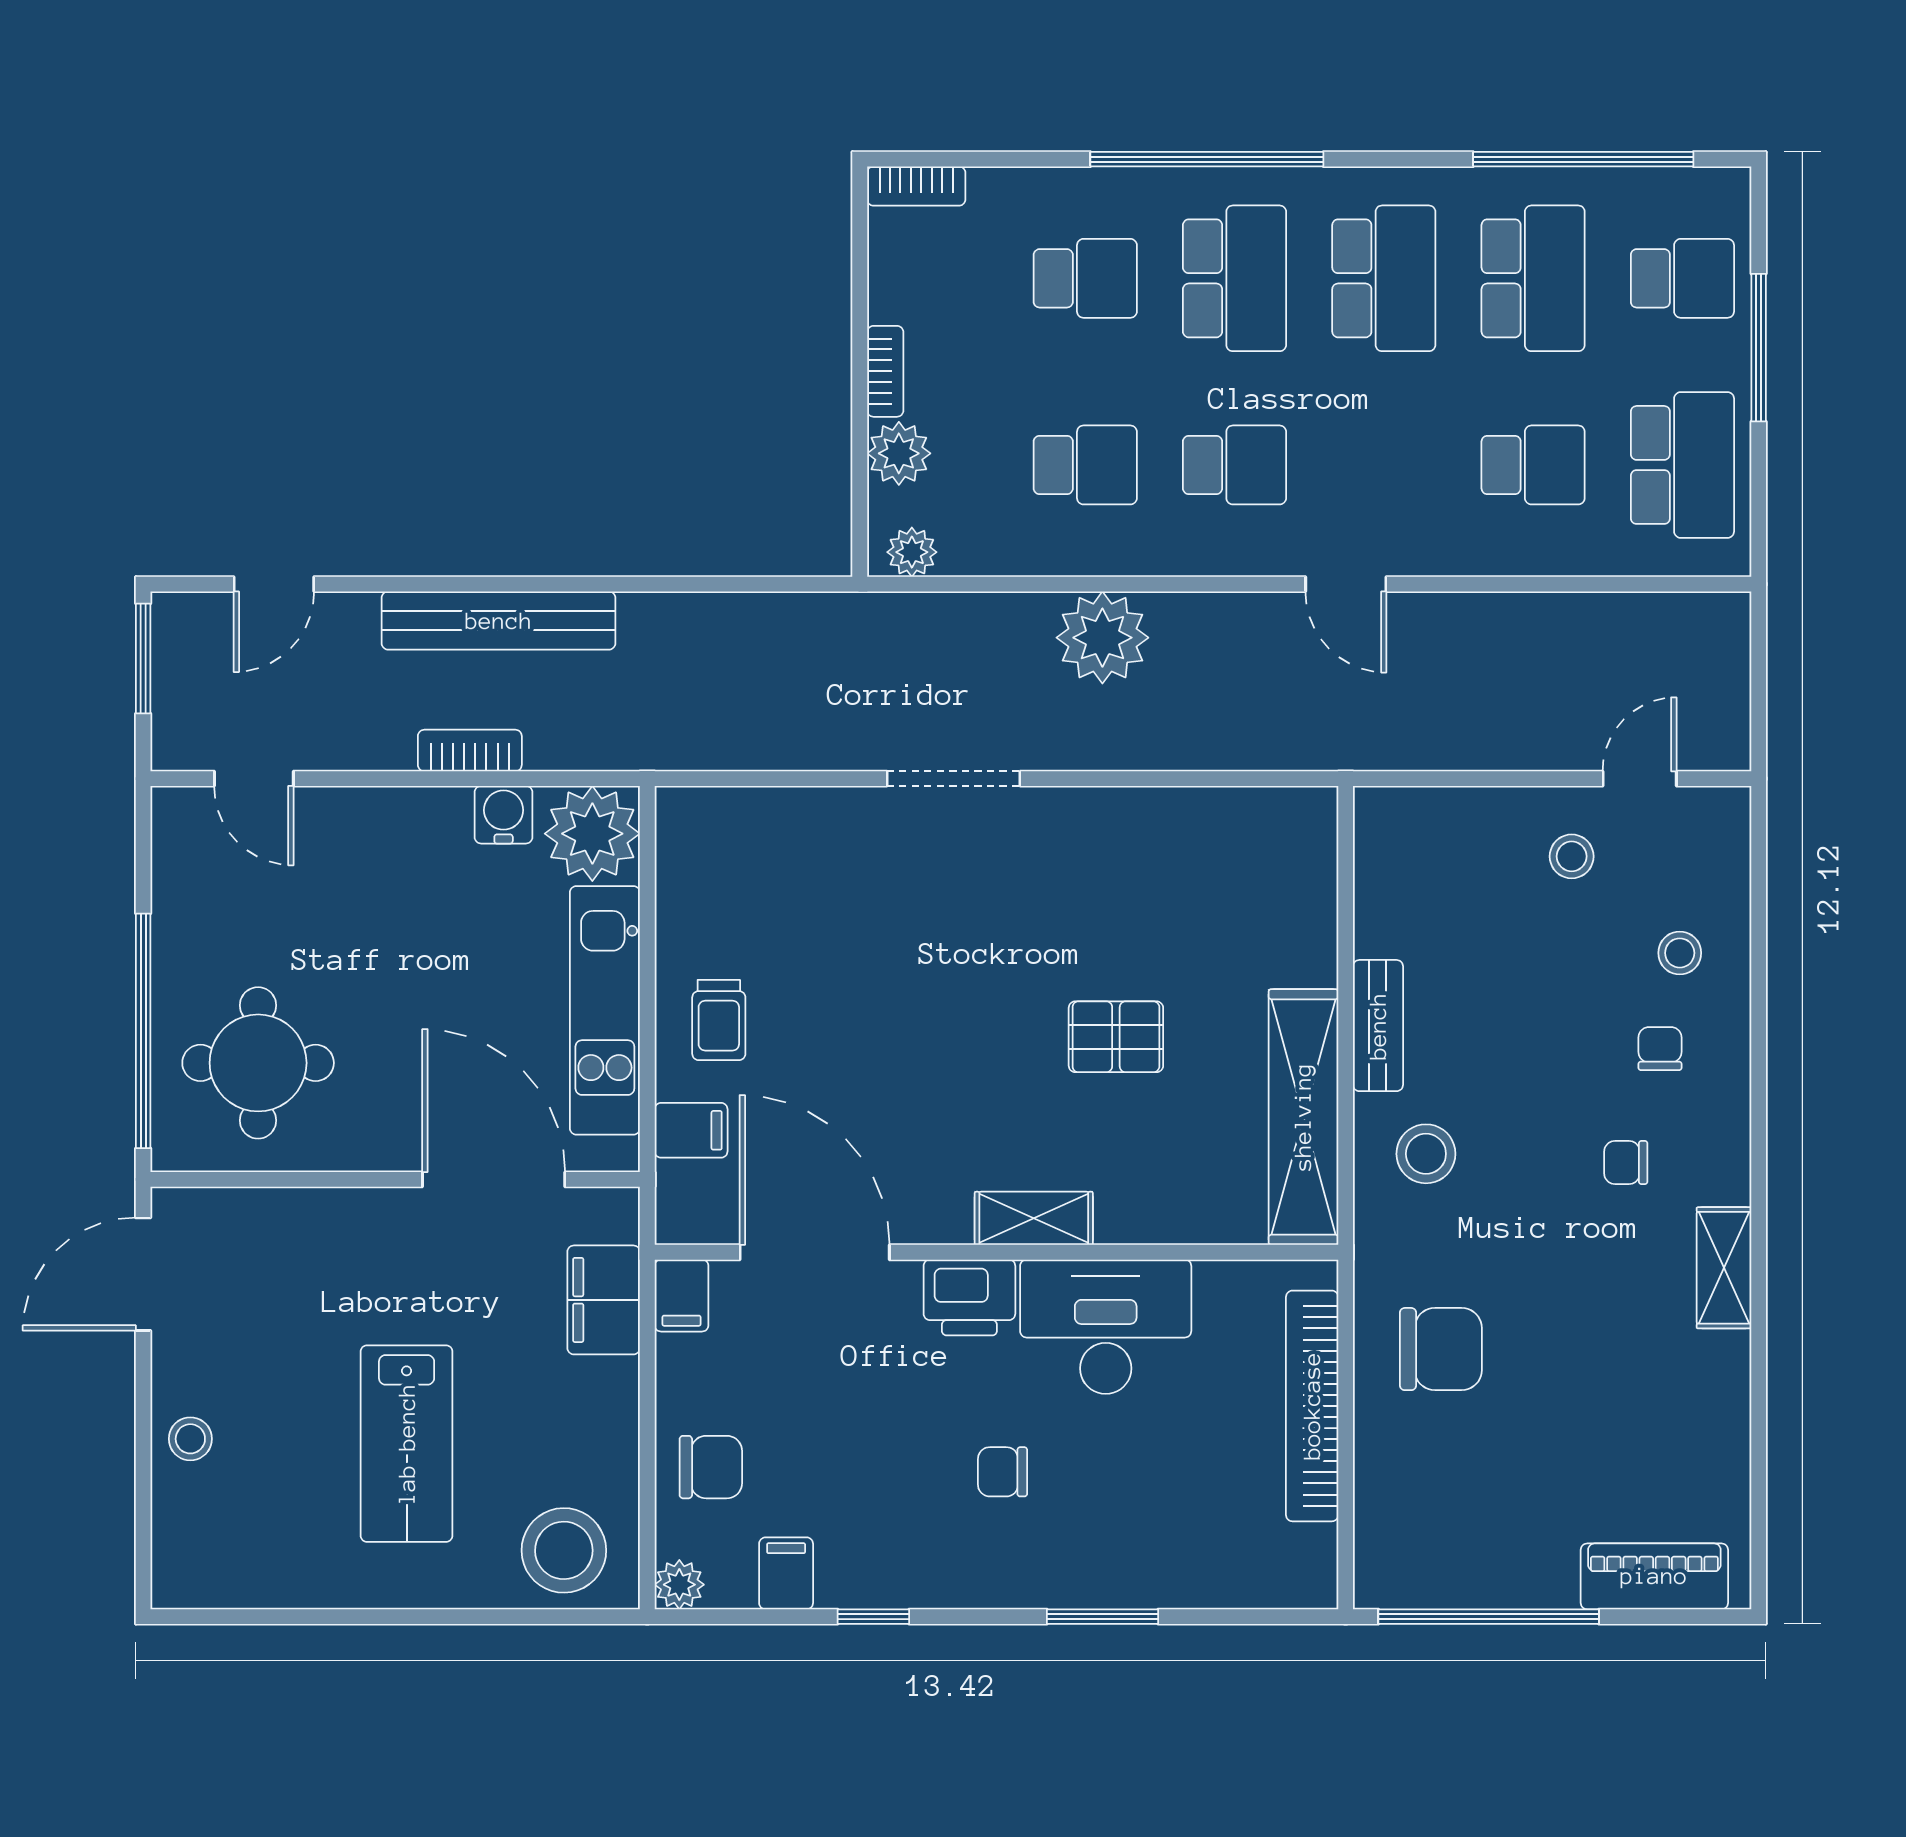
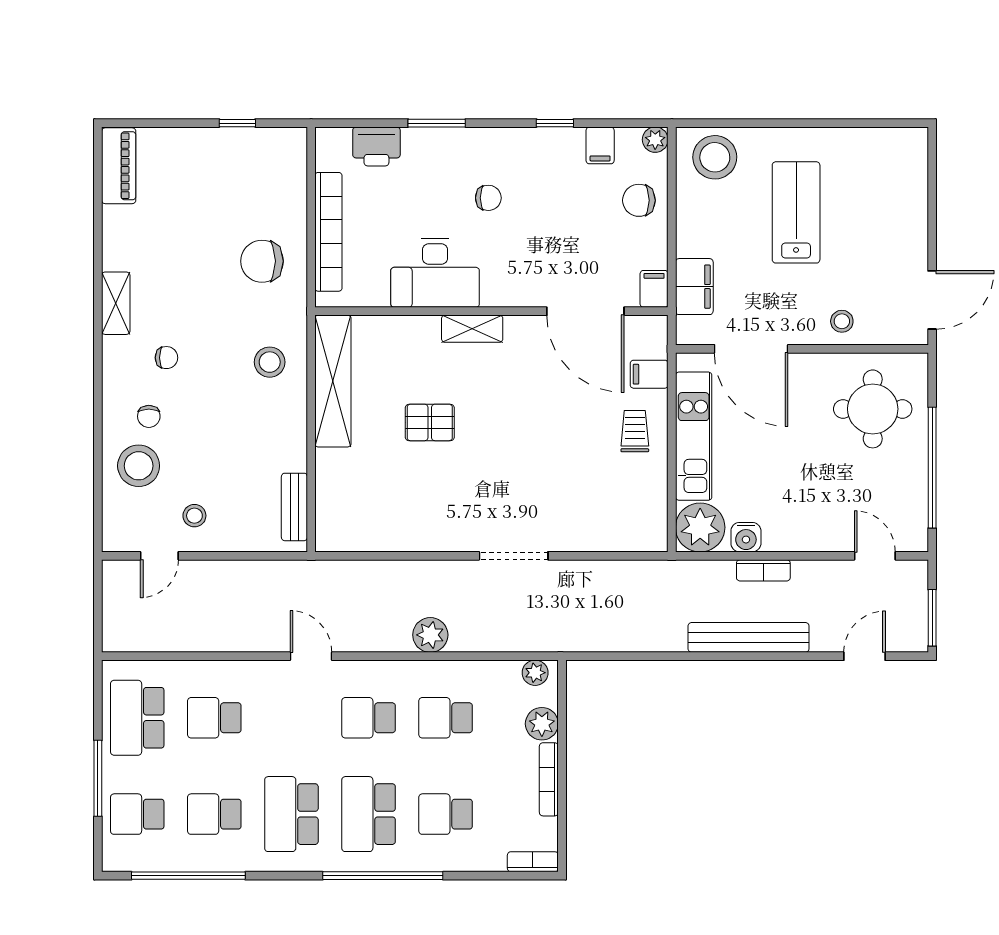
school desk: (1533, 278) -> (214, 814), width x0.54
bookcase: (885, 371) -> (549, 779), width x1.56
plant: (1102, 638) -> (430, 635), width x0.73, depth x0.73
stool: (1680, 953) -> (139, 466), width x1.89, depth x1.89
bench: (1378, 1026) -> (294, 507), moved
window: (143, 1031) -> (932, 468), moved
printer: (969, 1297) -> (376, 146), moved, turned 180
stool: (190, 1439) -> (842, 321), moved
piano: (1654, 1576) -> (119, 166), moved, turned -90
window: (1489, 1617) -> (237, 123), width x0.32

